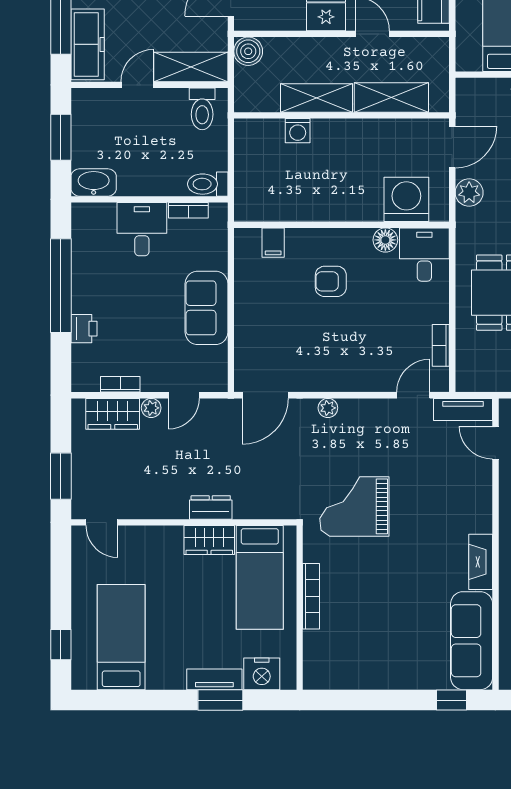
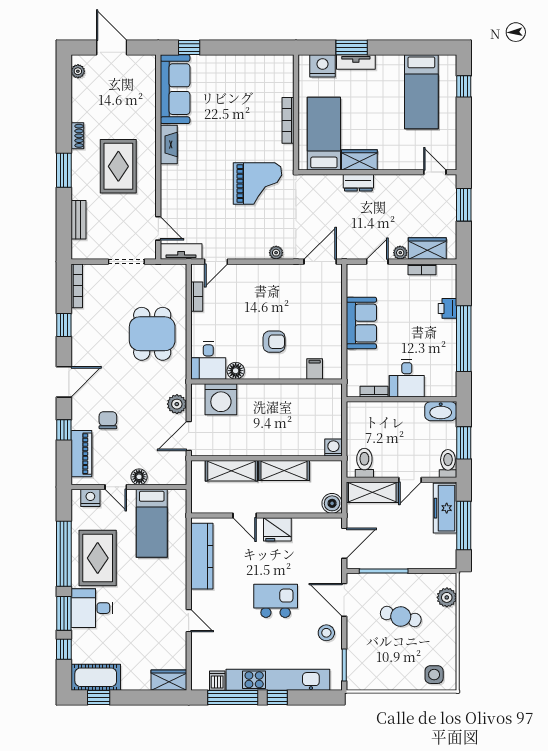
washing machine: (298, 131) -> (333, 448), moved
toilet: (208, 184) -> (448, 464), moved, turned -90

